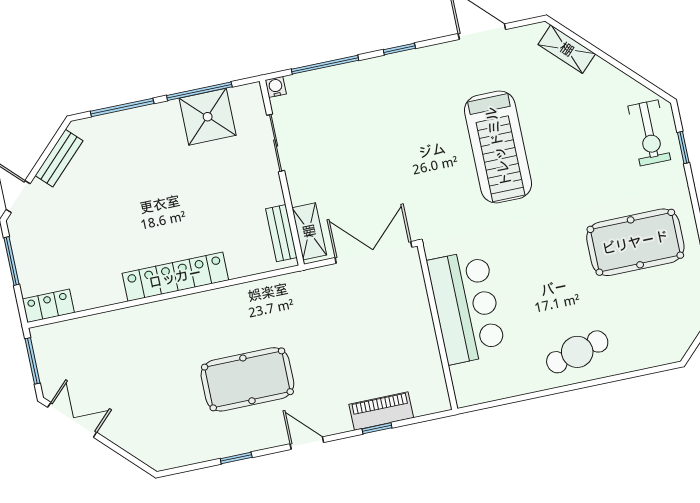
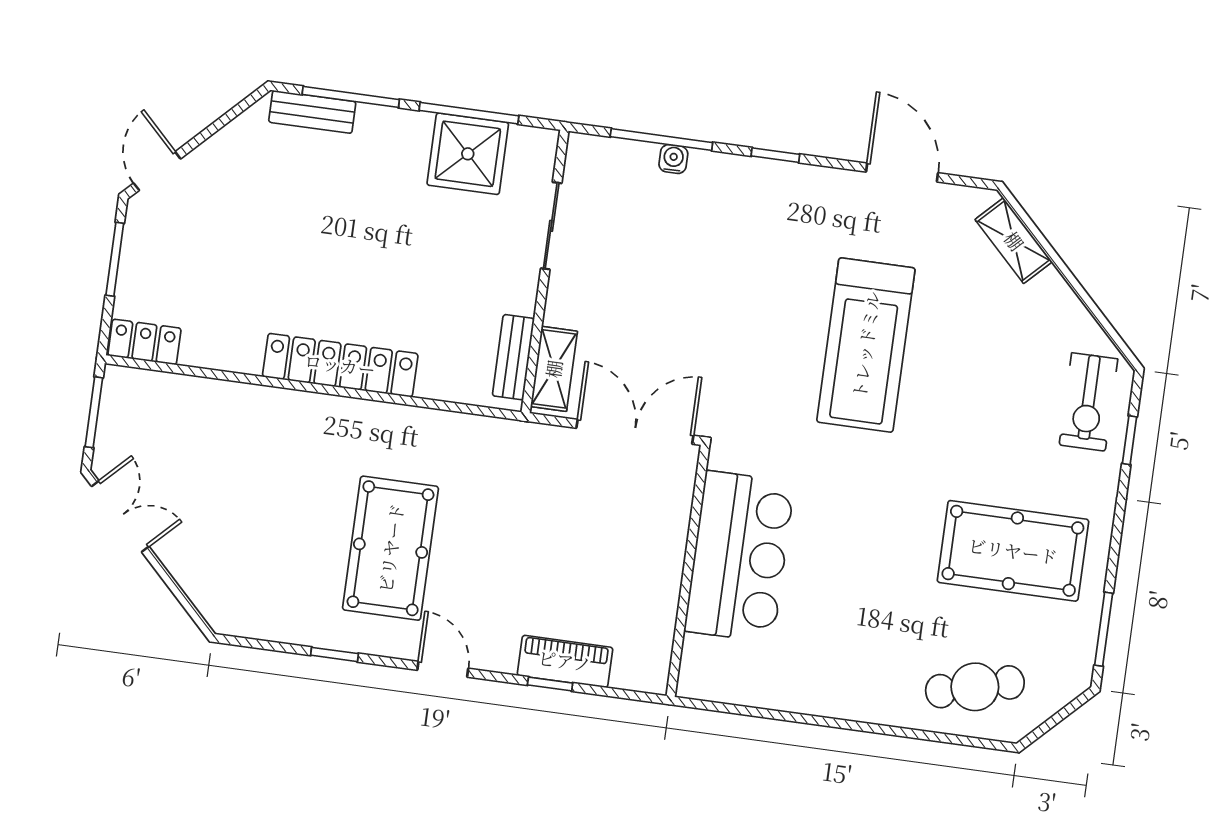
water cooler: (276, 87) -> (673, 159), moved
bench: (59, 158) -> (312, 112), moved, turned 45
cafe table: (577, 352) -> (975, 687), moved
pool table: (247, 379) -> (391, 548), turned 90

